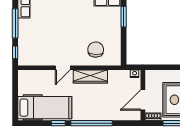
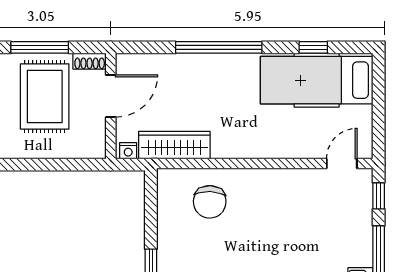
door: (63, 68) -> (342, 164), moved
wardrobe: (90, 77) -> (174, 145), moved
window: (58, 123) -> (313, 47), moved

